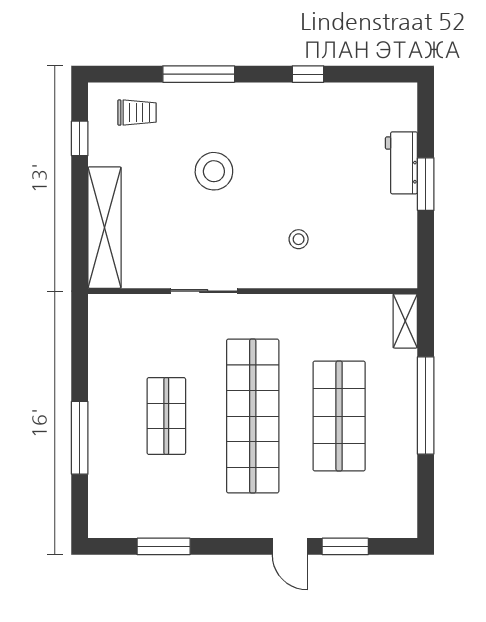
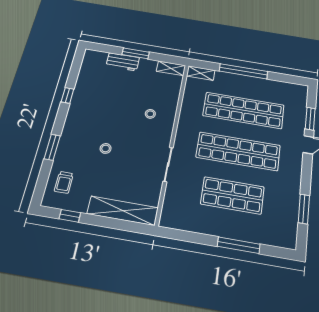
window: (199, 74) -> (52, 147), width x0.69
trolley: (137, 113) -> (64, 182), turned 180
stool: (214, 171) -> (106, 148), width x0.53, depth x0.53
shelving: (405, 261) -> (171, 68), added
shop shelf: (166, 416) -> (232, 195), width x1.43, depth x1.36
shop shelf: (339, 416) -> (244, 110), width x1.40

